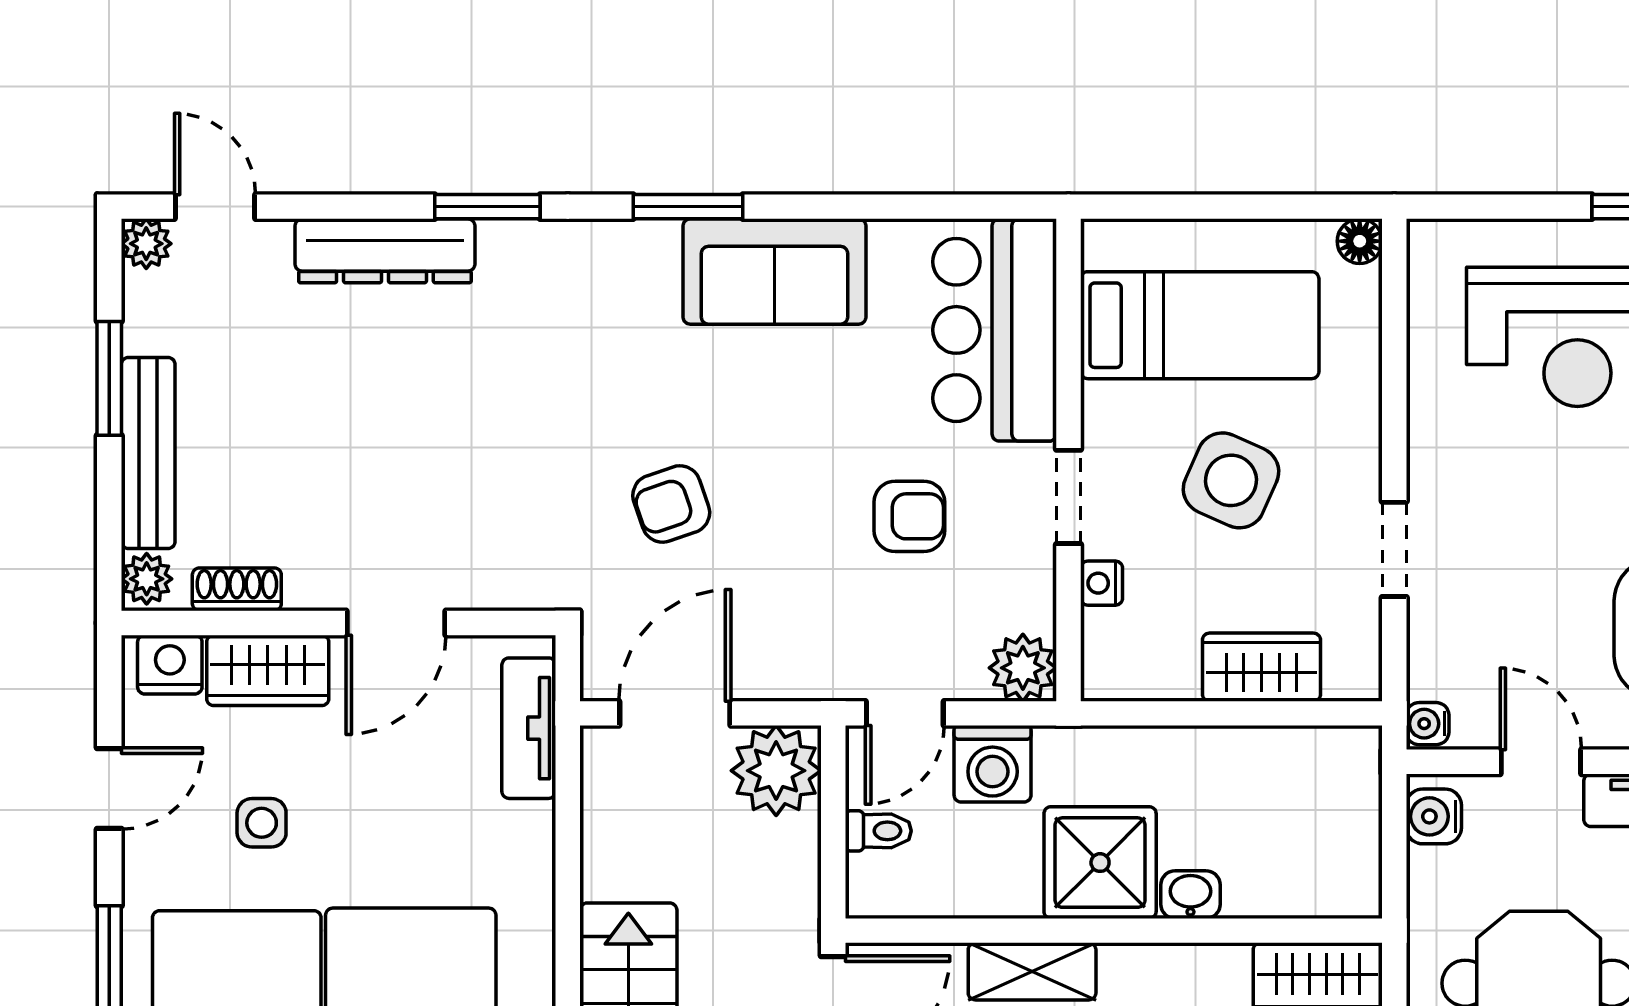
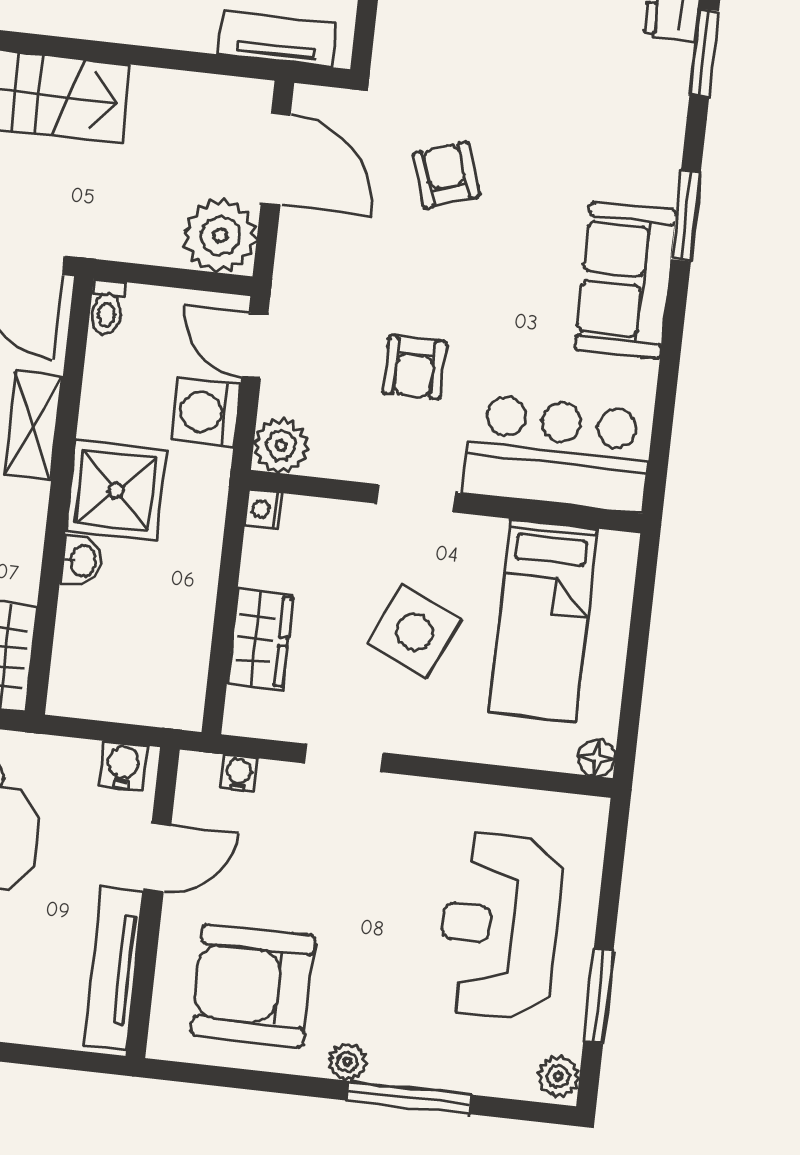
nightstand: (1102, 583) -> (264, 509), moved, turned -90
water cooler: (1428, 724) -> (239, 774), moved
toilet: (878, 831) -> (107, 307), moved

